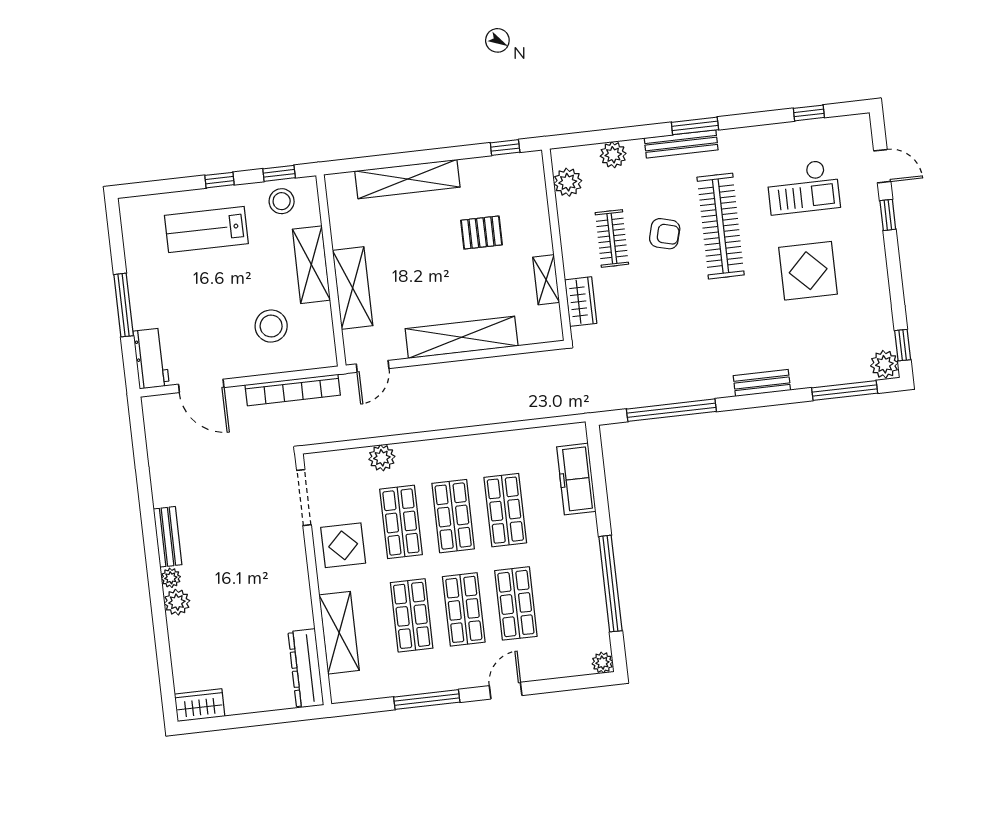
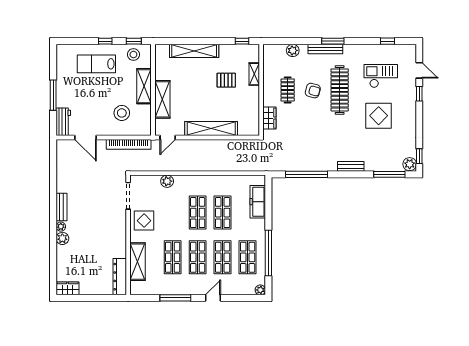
plant: (568, 182) -> (270, 61), removed
checkout: (803, 187) -> (381, 76), turned 180
shelving: (546, 280) -> (254, 74), moved
shop shelf: (401, 522) -> (248, 257), moved

